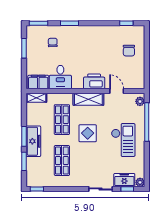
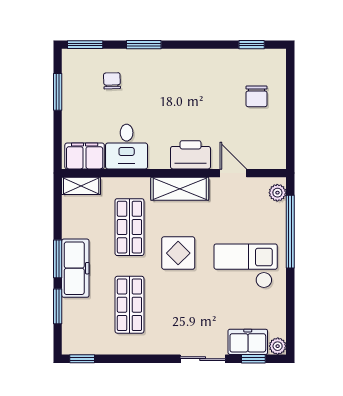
checkout: (123, 140) -> (246, 266), turned -90

